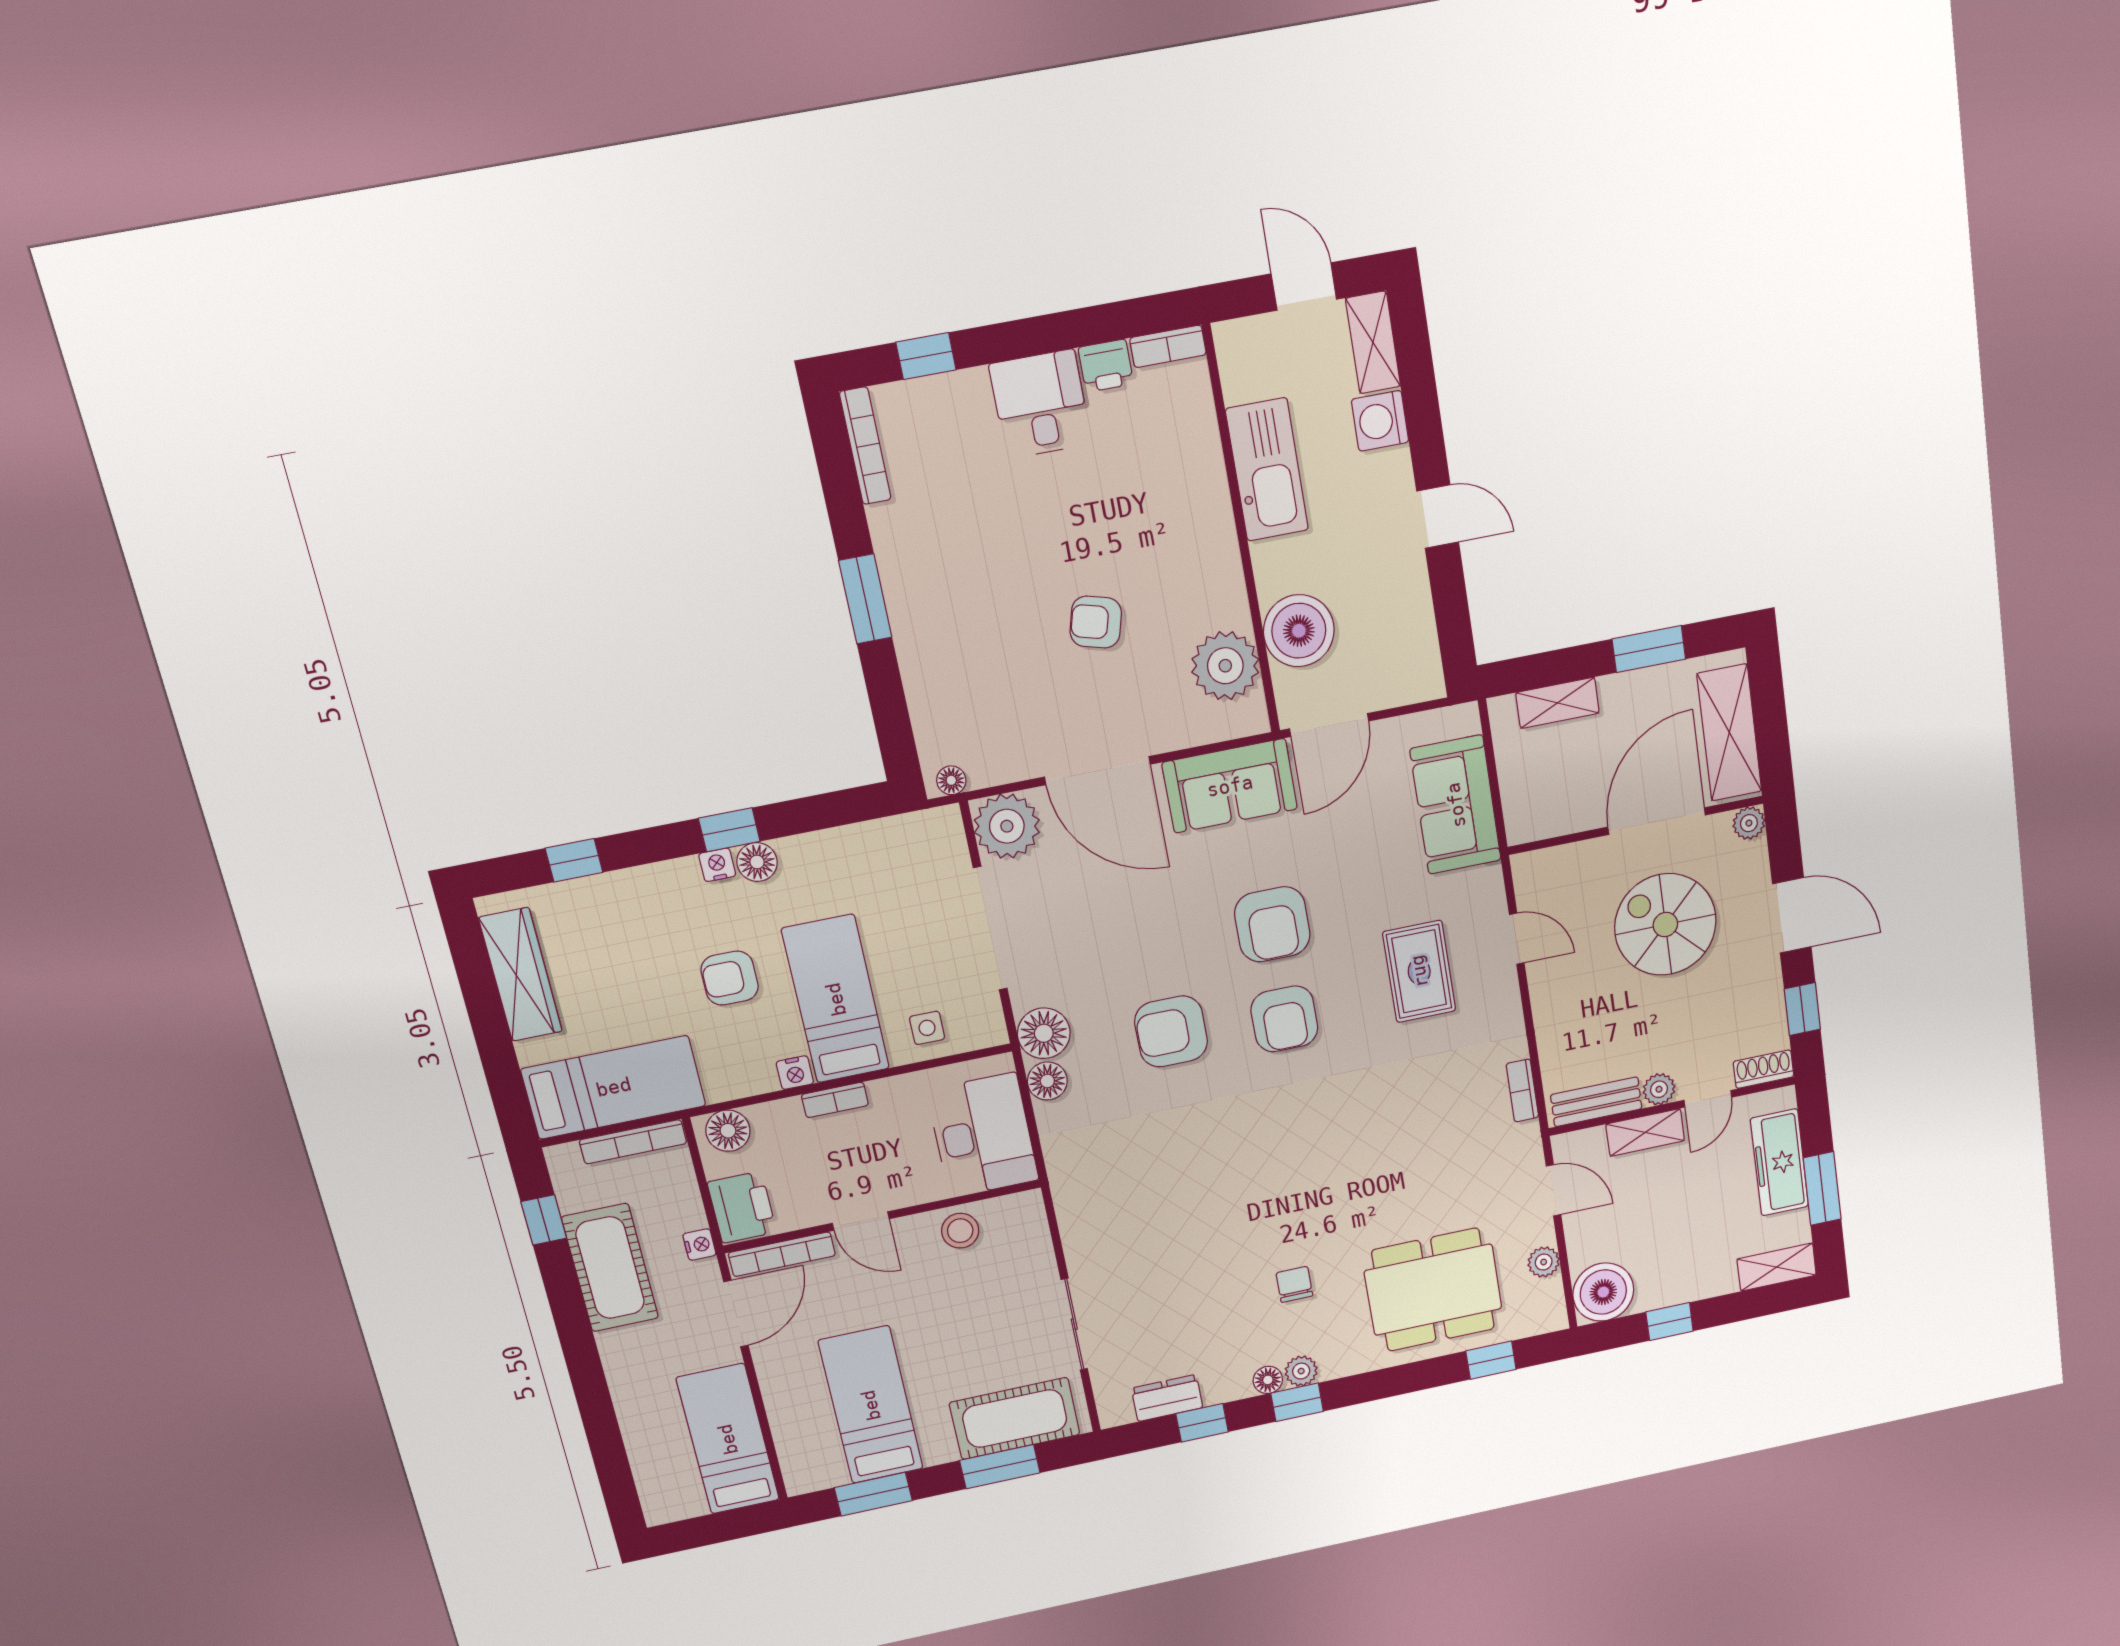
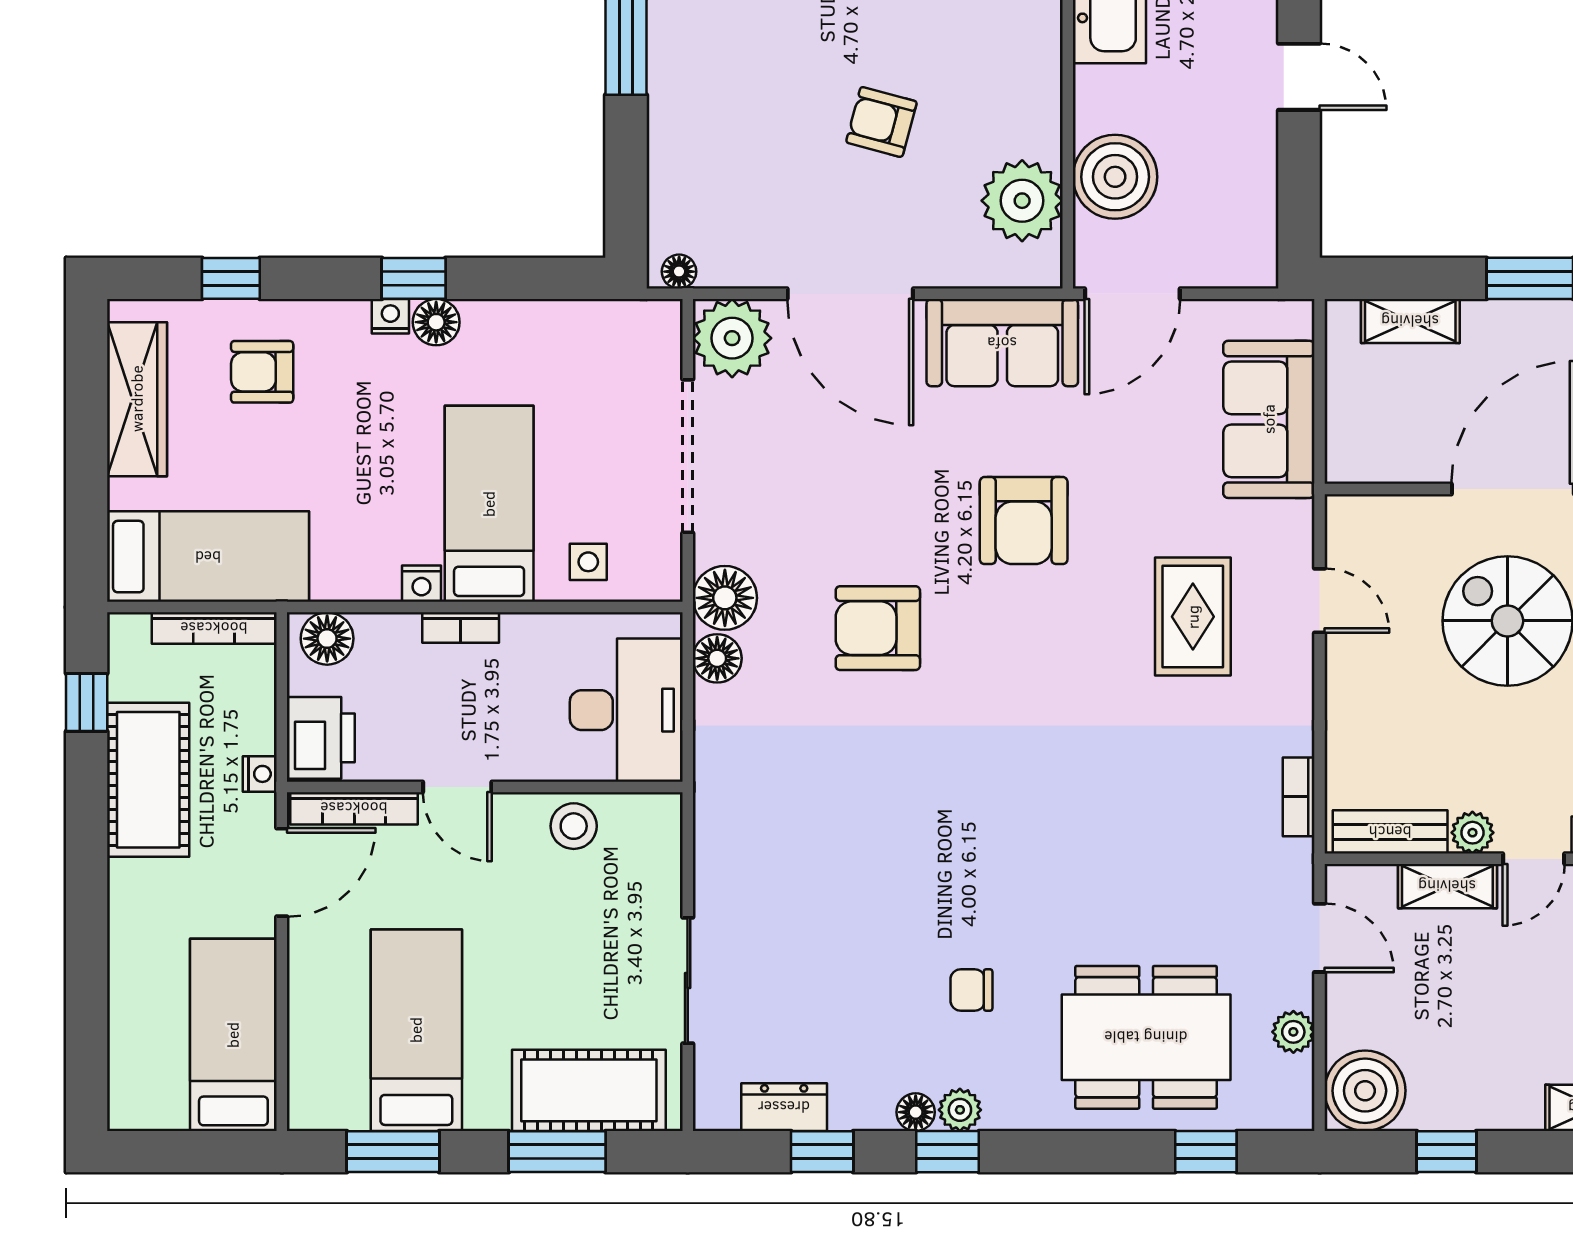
armchair: (730, 978) -> (262, 372), moved
armchair: (1284, 1019) -> (1018, 642), removed
chair: (1294, 1284) -> (971, 990), turned -90

